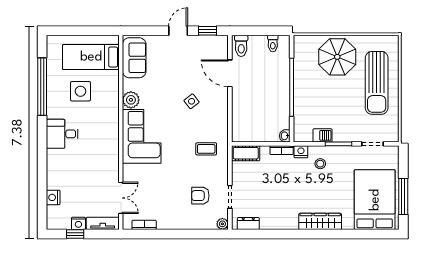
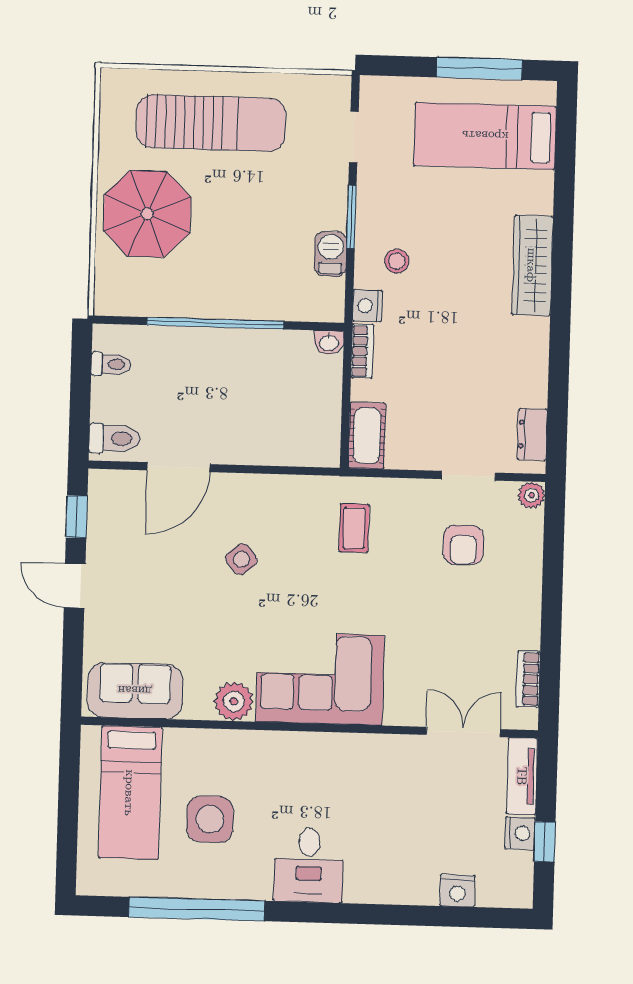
bed: (375, 200) -> (485, 136), width x0.67

